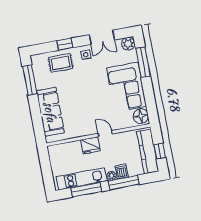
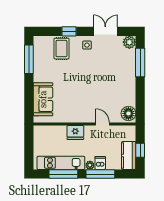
double door: (102, 37) -> (105, 31), swing flipped
rug: (61, 63) -> (61, 49), turned 90
corner sofa: (127, 87) -> (120, 83), removed
sofa: (50, 112) -> (43, 99), width x0.73
door: (105, 134) -> (103, 124), moved
kitchen counter: (148, 151) -> (129, 155), width x0.67

